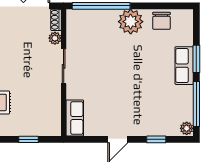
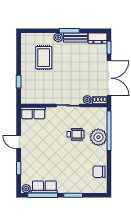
plant: (131, 22) -> (98, 137), moved
wheelchair: (106, 55) -> (75, 134), added
row of seats: (184, 66) -> (44, 187), moved

